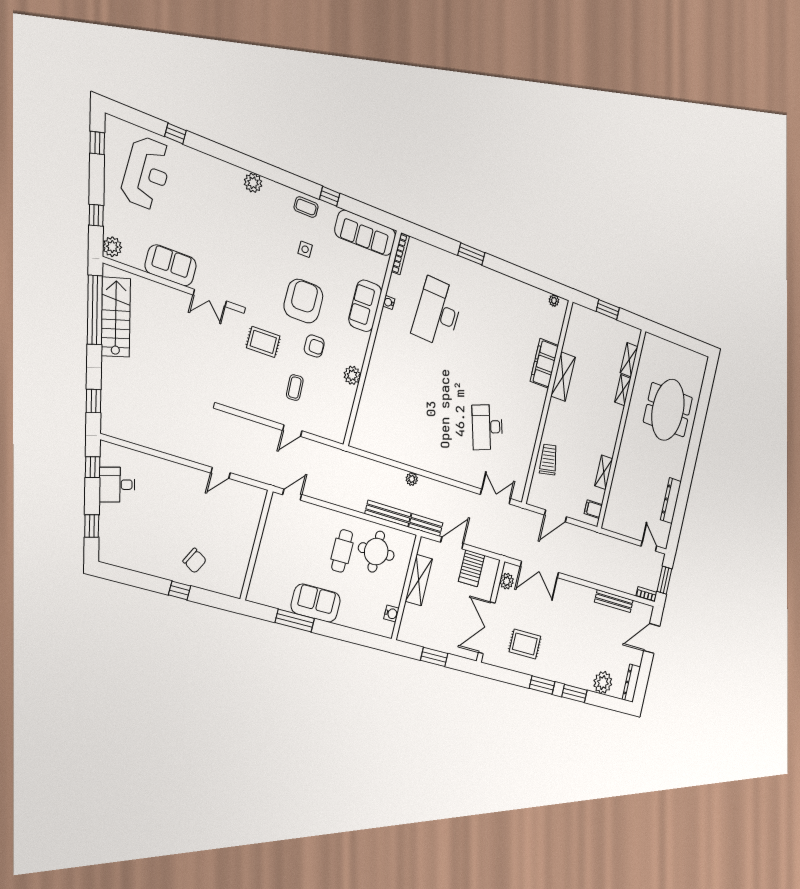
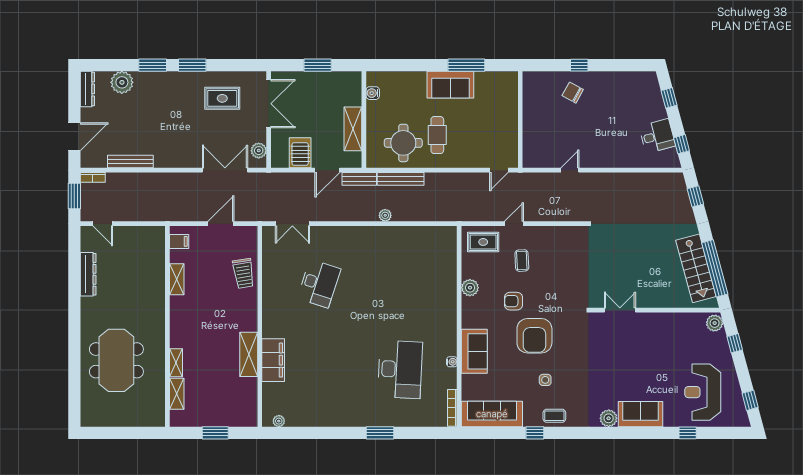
sofa: (171, 265) -> (640, 414), moved, turned 180
rug: (263, 342) -> (483, 242), moved
desk: (487, 427) -> (319, 284), turned 36

